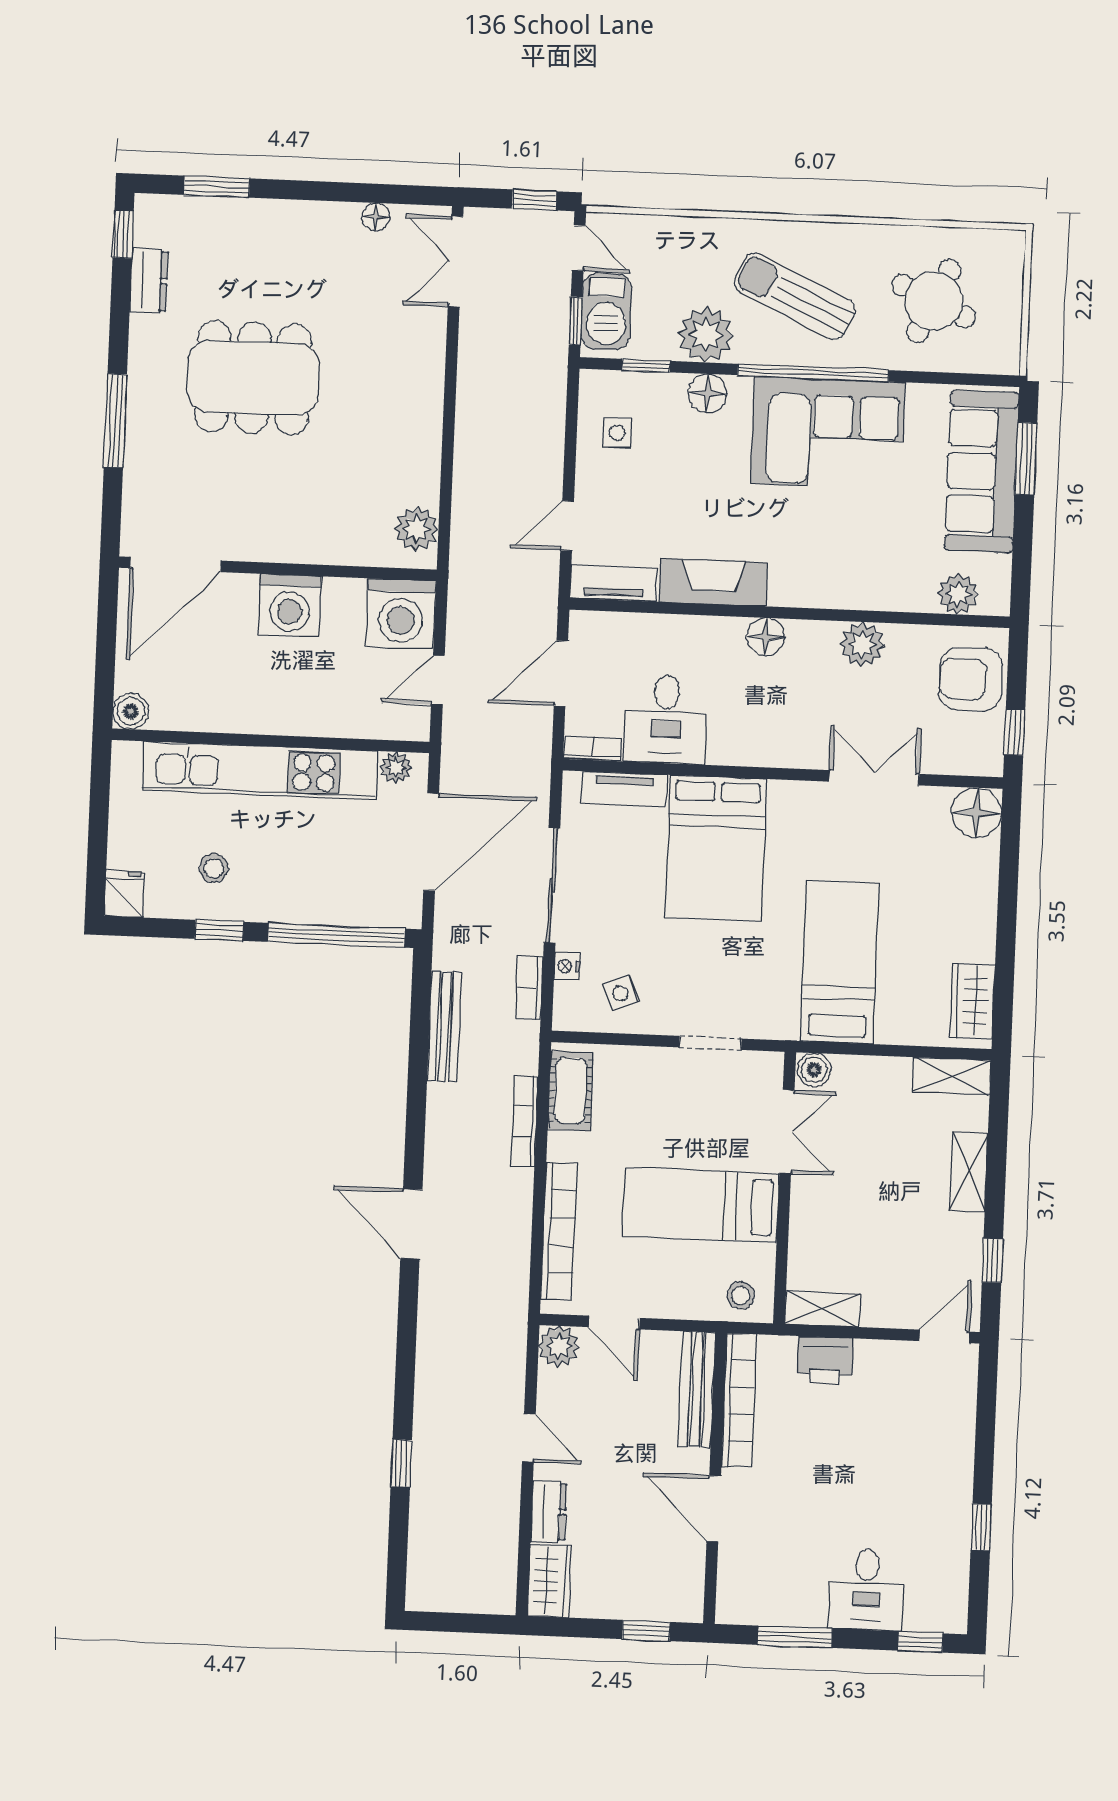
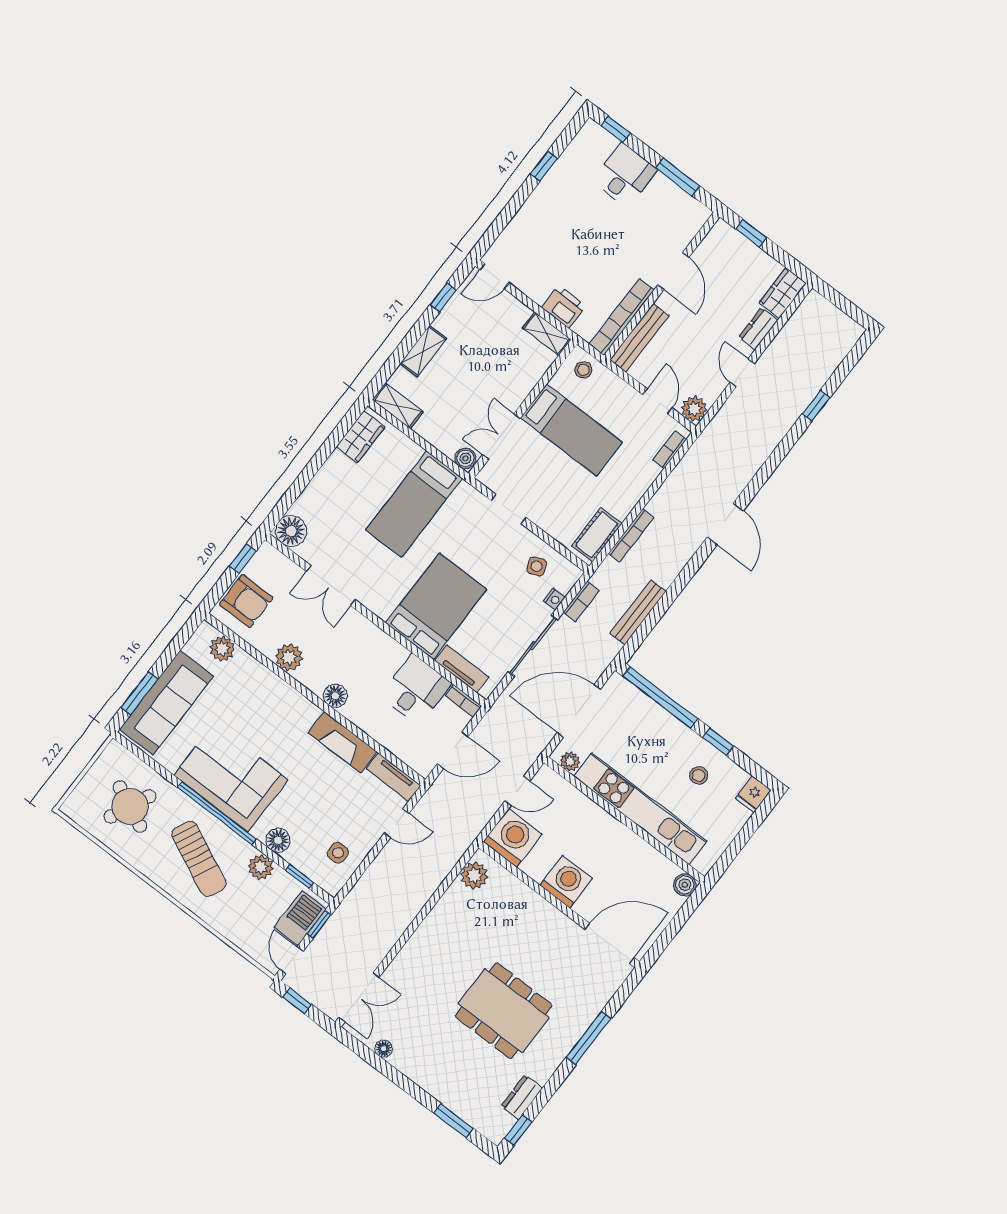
plant: (706, 335) -> (261, 867), width x0.73, depth x0.73
bookcase: (559, 1231) -> (670, 450), width x0.43, depth x0.76

